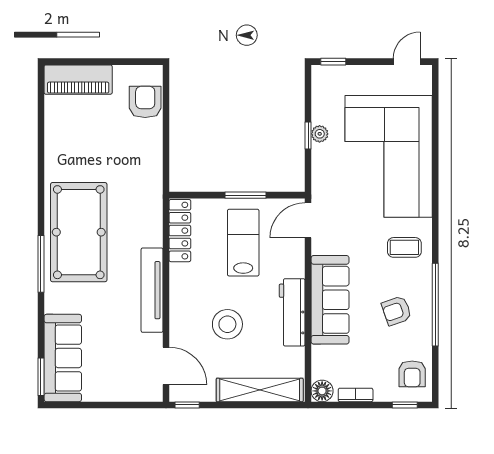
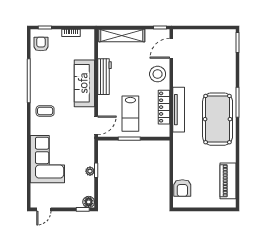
piano: (78, 80) -> (228, 181), moved, turned -90
corner sofa: (389, 156) -> (47, 159), width x0.73, depth x0.74
locker: (180, 231) -> (164, 107), moved
tv unit: (152, 290) -> (179, 110), moved
armchair: (396, 311) -> (49, 77), removed
stool: (227, 324) -> (158, 74), moved
sofa: (63, 358) -> (226, 52), removed
door: (166, 366) -> (171, 48), hinge flipped
floor lamp: (322, 391) -> (89, 202), moved

